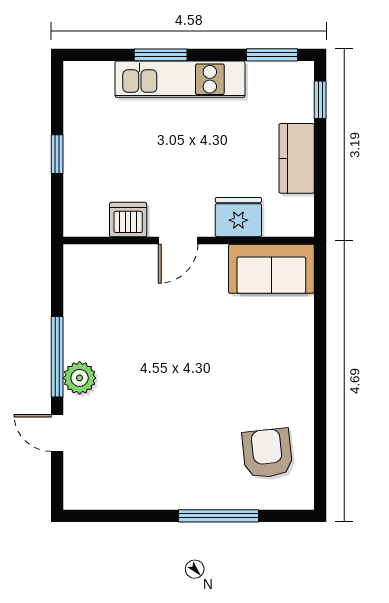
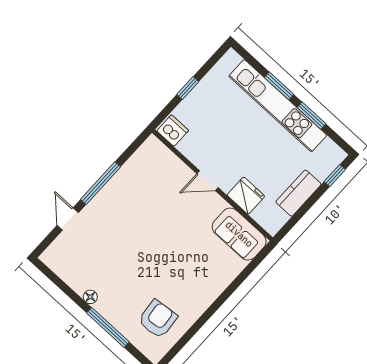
window: (272, 55) -> (311, 116), moved
kitchen unit: (180, 79) -> (278, 106), width x1.36
dishwasher: (128, 220) -> (173, 131), moved
plant: (80, 378) -> (102, 203), removed
floor lamp: (166, 499) -> (90, 297), added

